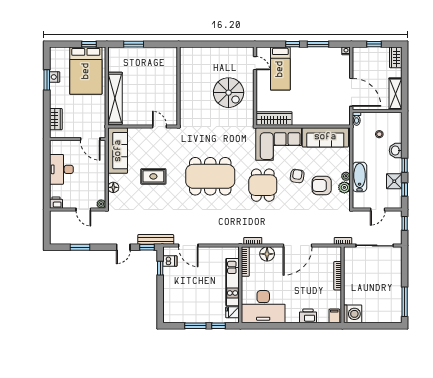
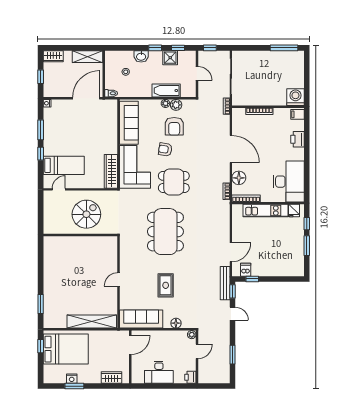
wall: (179, 86) -> (80, 235), moved

